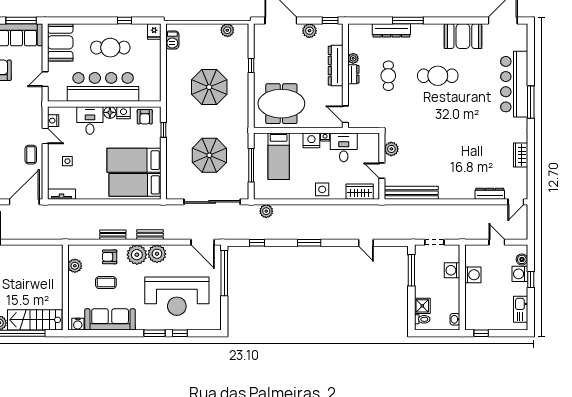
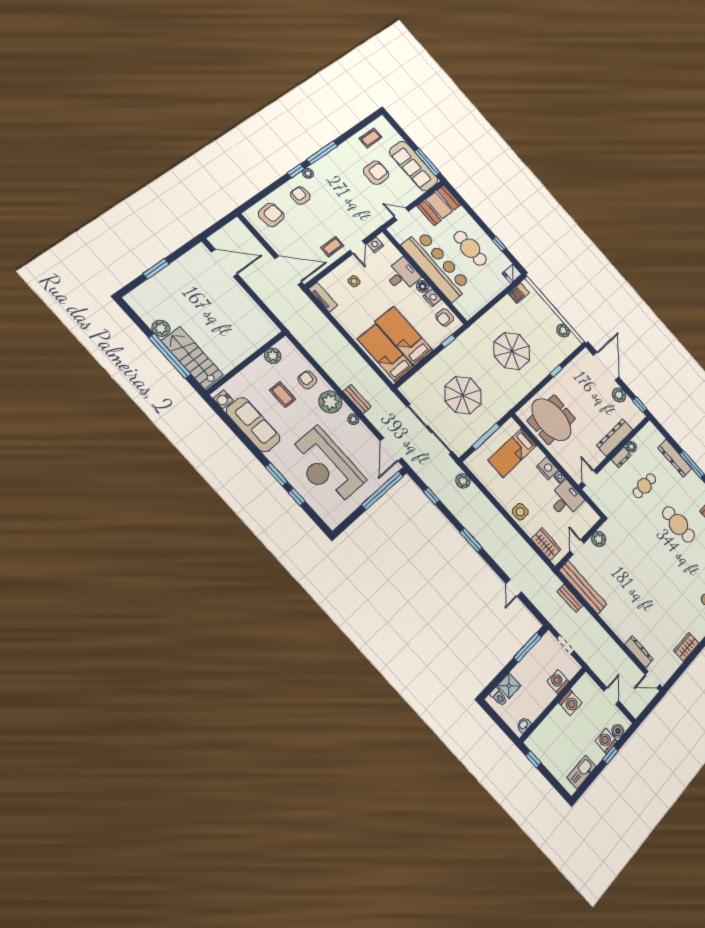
bench: (113, 235) -> (570, 598), moved
plant: (157, 254) -> (353, 419), width x0.53, depth x0.53

